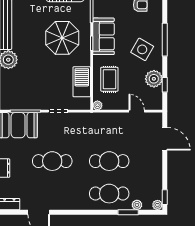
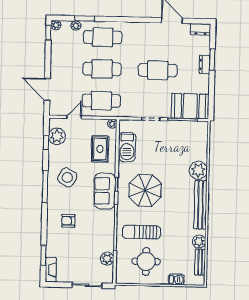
plant: (154, 79) -> (57, 136), moved
door: (137, 111) -> (74, 117), swing flipped
cafe table: (109, 129) -> (101, 101), added

